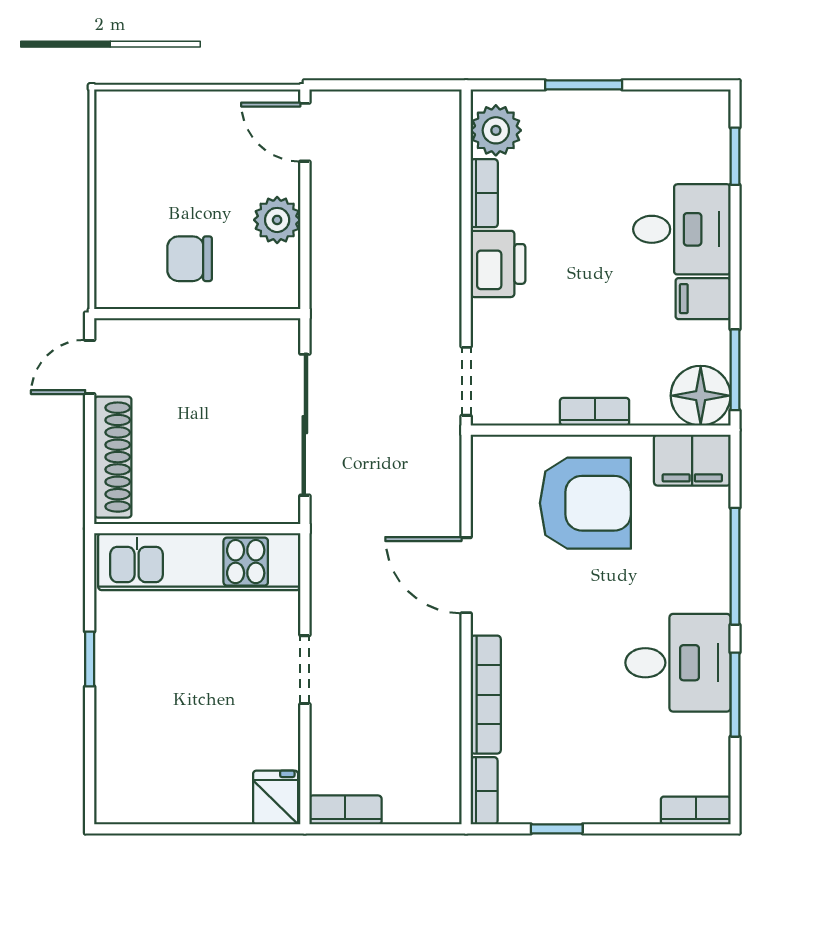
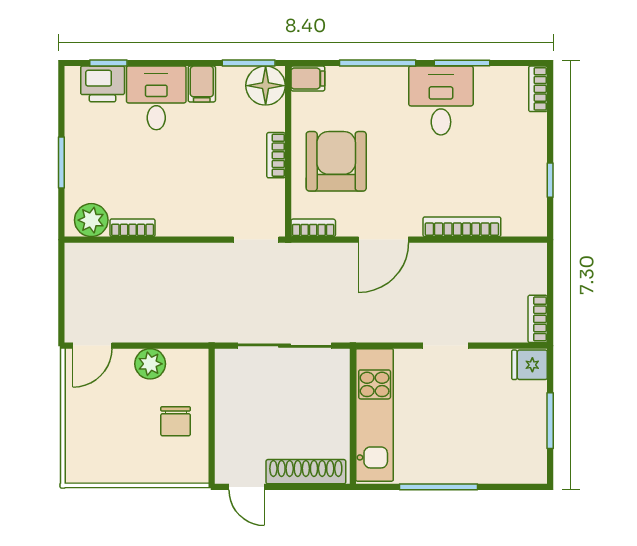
printer: (498, 264) -> (103, 84), moved, turned 180
filing cabinet: (692, 460) -> (308, 78), width x0.50
window: (90, 659) -> (438, 487), width x2.17
bookcase: (484, 791) -> (313, 228), moved
window: (191, 829) -> (550, 421), added

